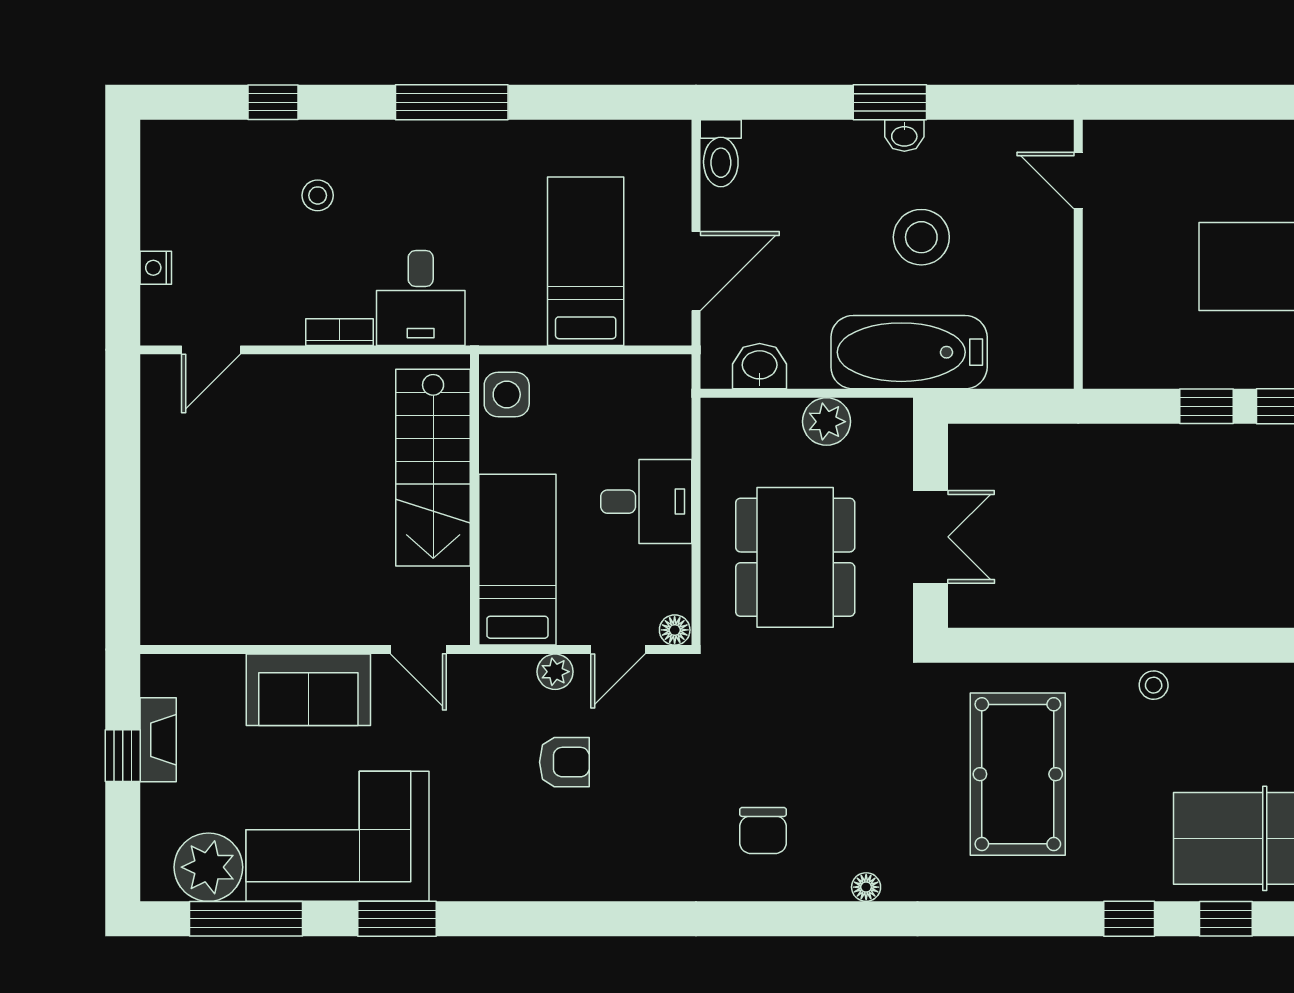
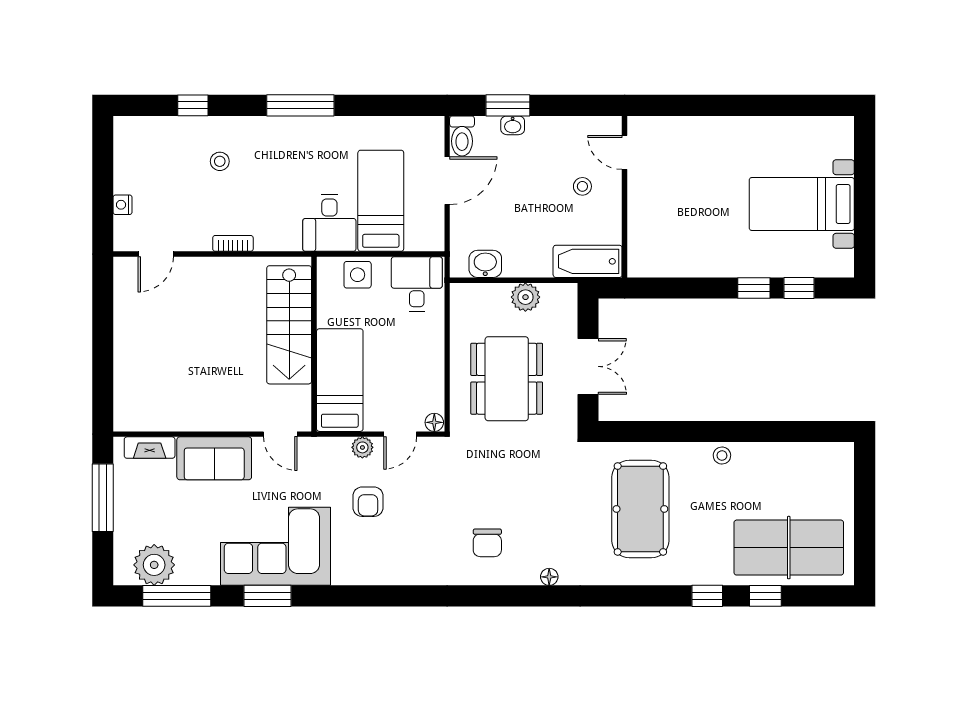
window: (890, 102) -> (508, 105), moved
washbasin: (904, 135) -> (513, 125), moved
door: (1078, 181) -> (625, 152), moved
stool: (921, 237) -> (582, 186), width x0.53, depth x0.53
wall: (1078, 254) -> (625, 197), moved
door: (696, 271) -> (447, 181), moved
desk: (421, 298) -> (329, 223), moved
bathtub: (909, 352) -> (588, 261), width x0.73, depth x0.73
side table: (507, 394) -> (358, 275), moved
desk: (646, 502) -> (417, 284), moved, turned -90
fireplace: (158, 740) -> (150, 448), moved, turned 90
window: (123, 756) -> (103, 498), width x2.17
armchair: (564, 762) -> (368, 502), turned 90
corner sofa: (338, 836) -> (275, 546), moved

